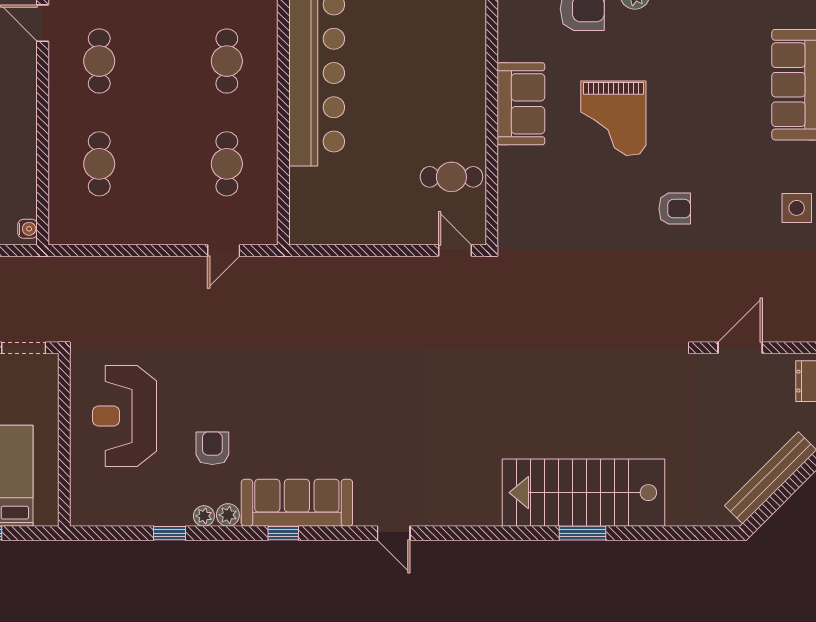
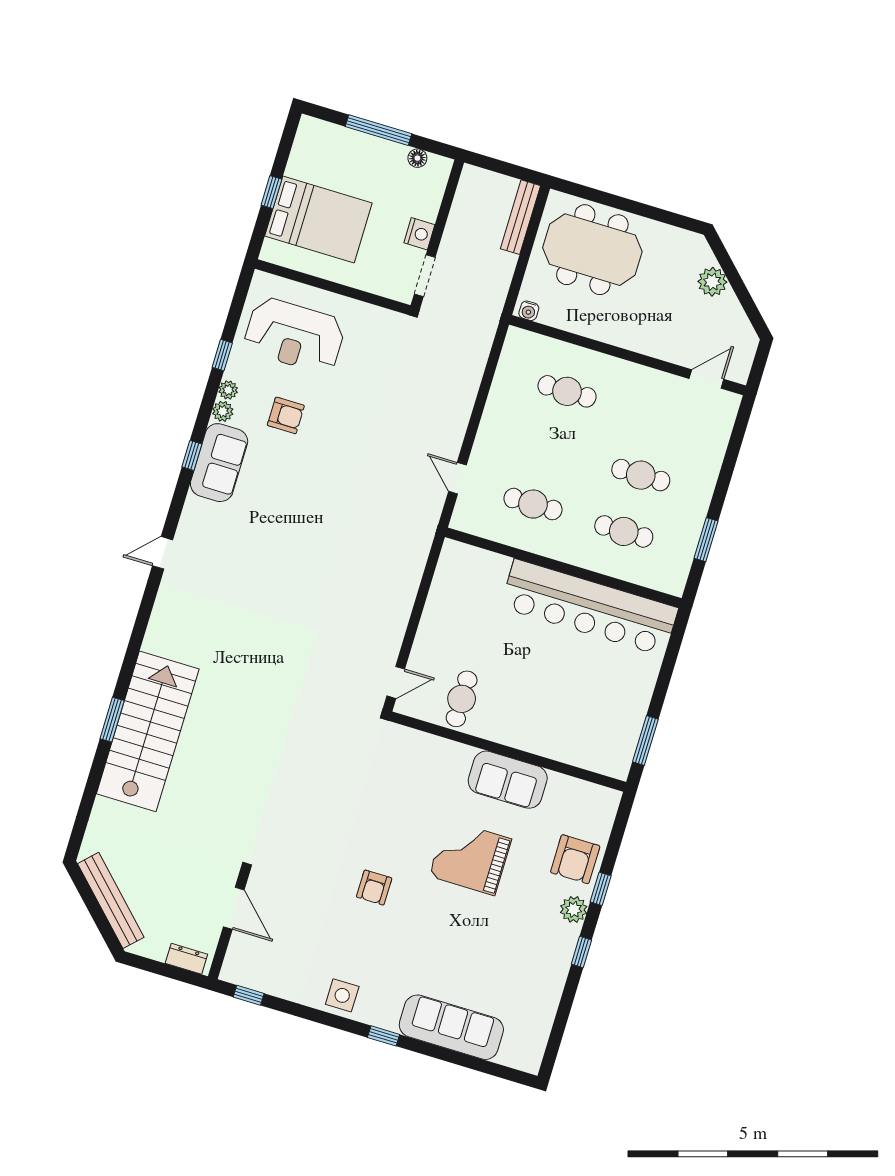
cafe table: (99, 61) -> (641, 475), moved
reception desk: (124, 416) -> (294, 335), moved, turned 180
sofa: (297, 503) -> (219, 463), width x0.73

